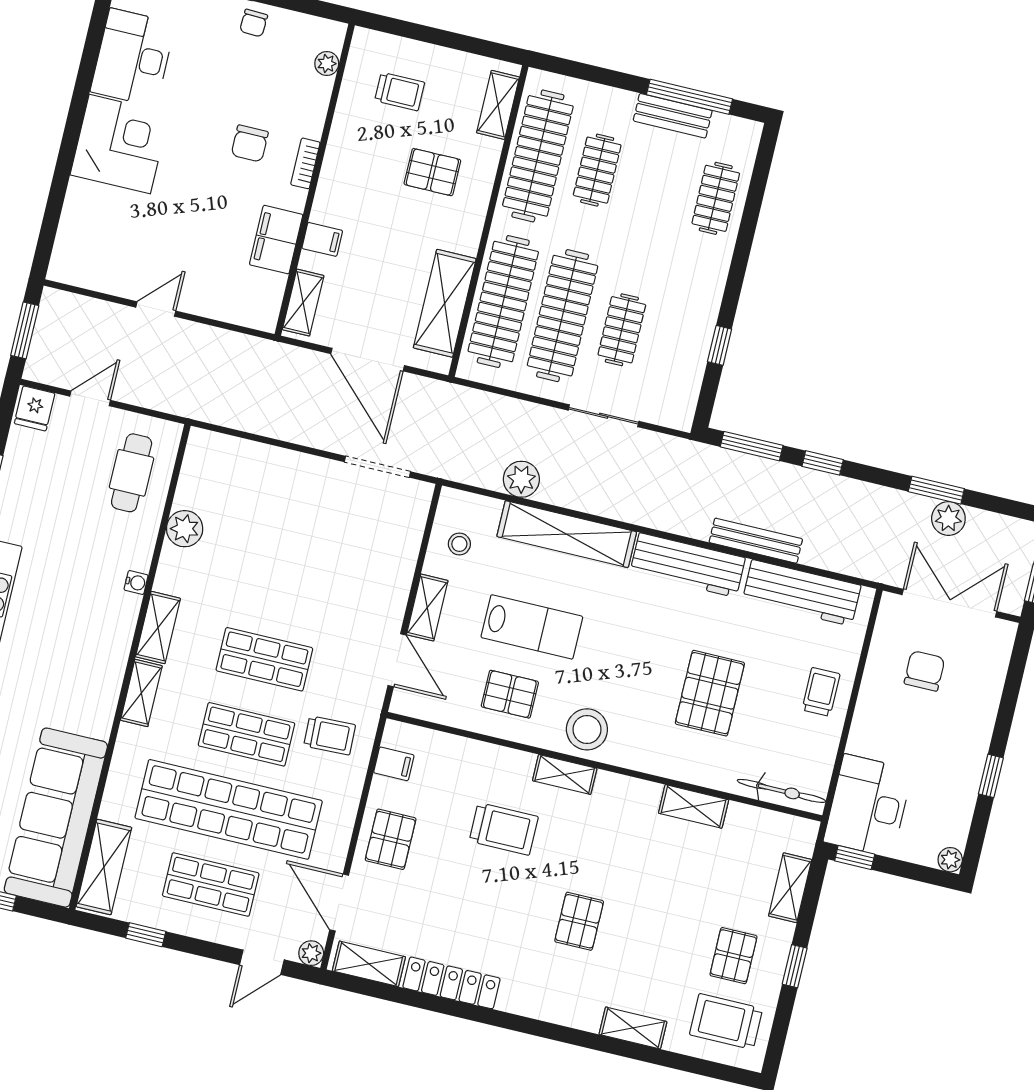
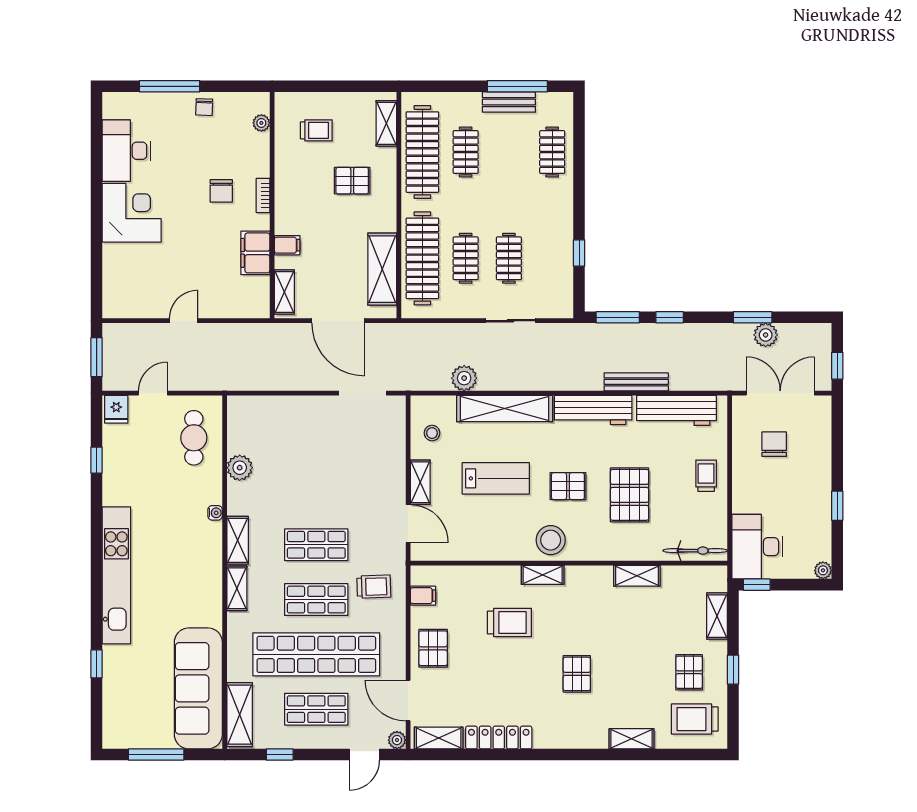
clothes rail: (563, 316) -> (466, 258), width x0.54, depth x0.76
pallet: (510, 694) -> (568, 486), moved

